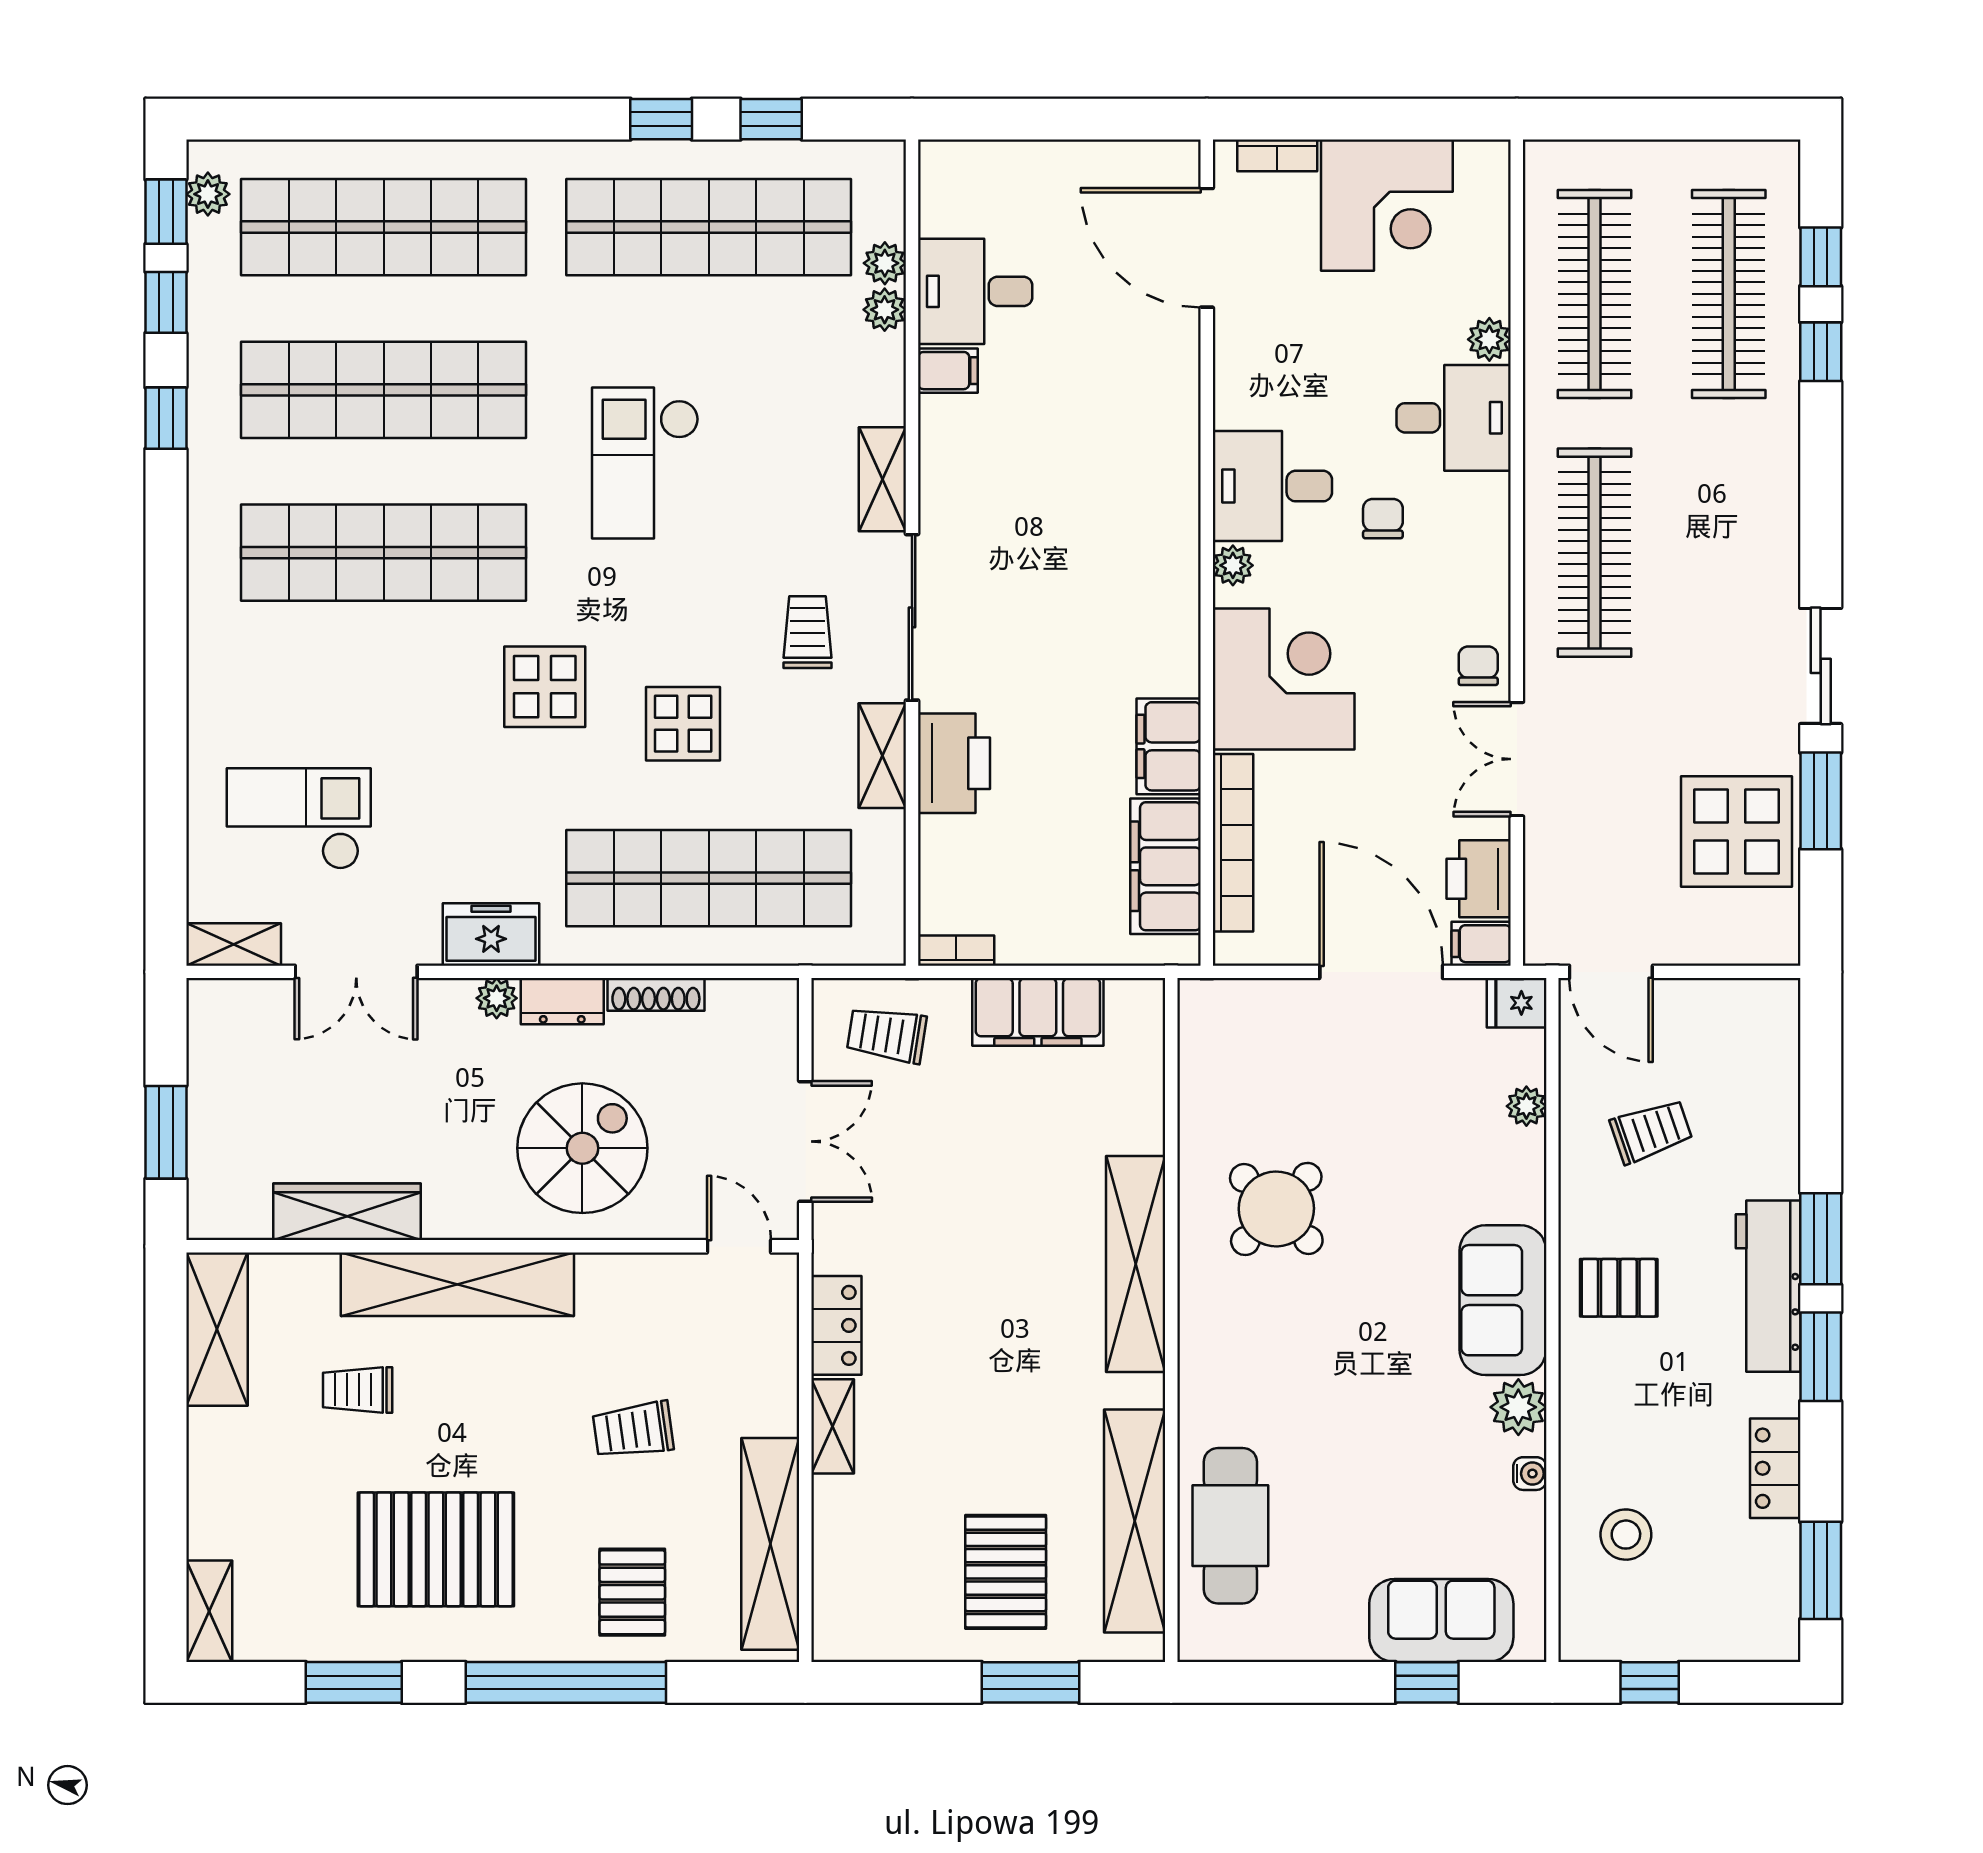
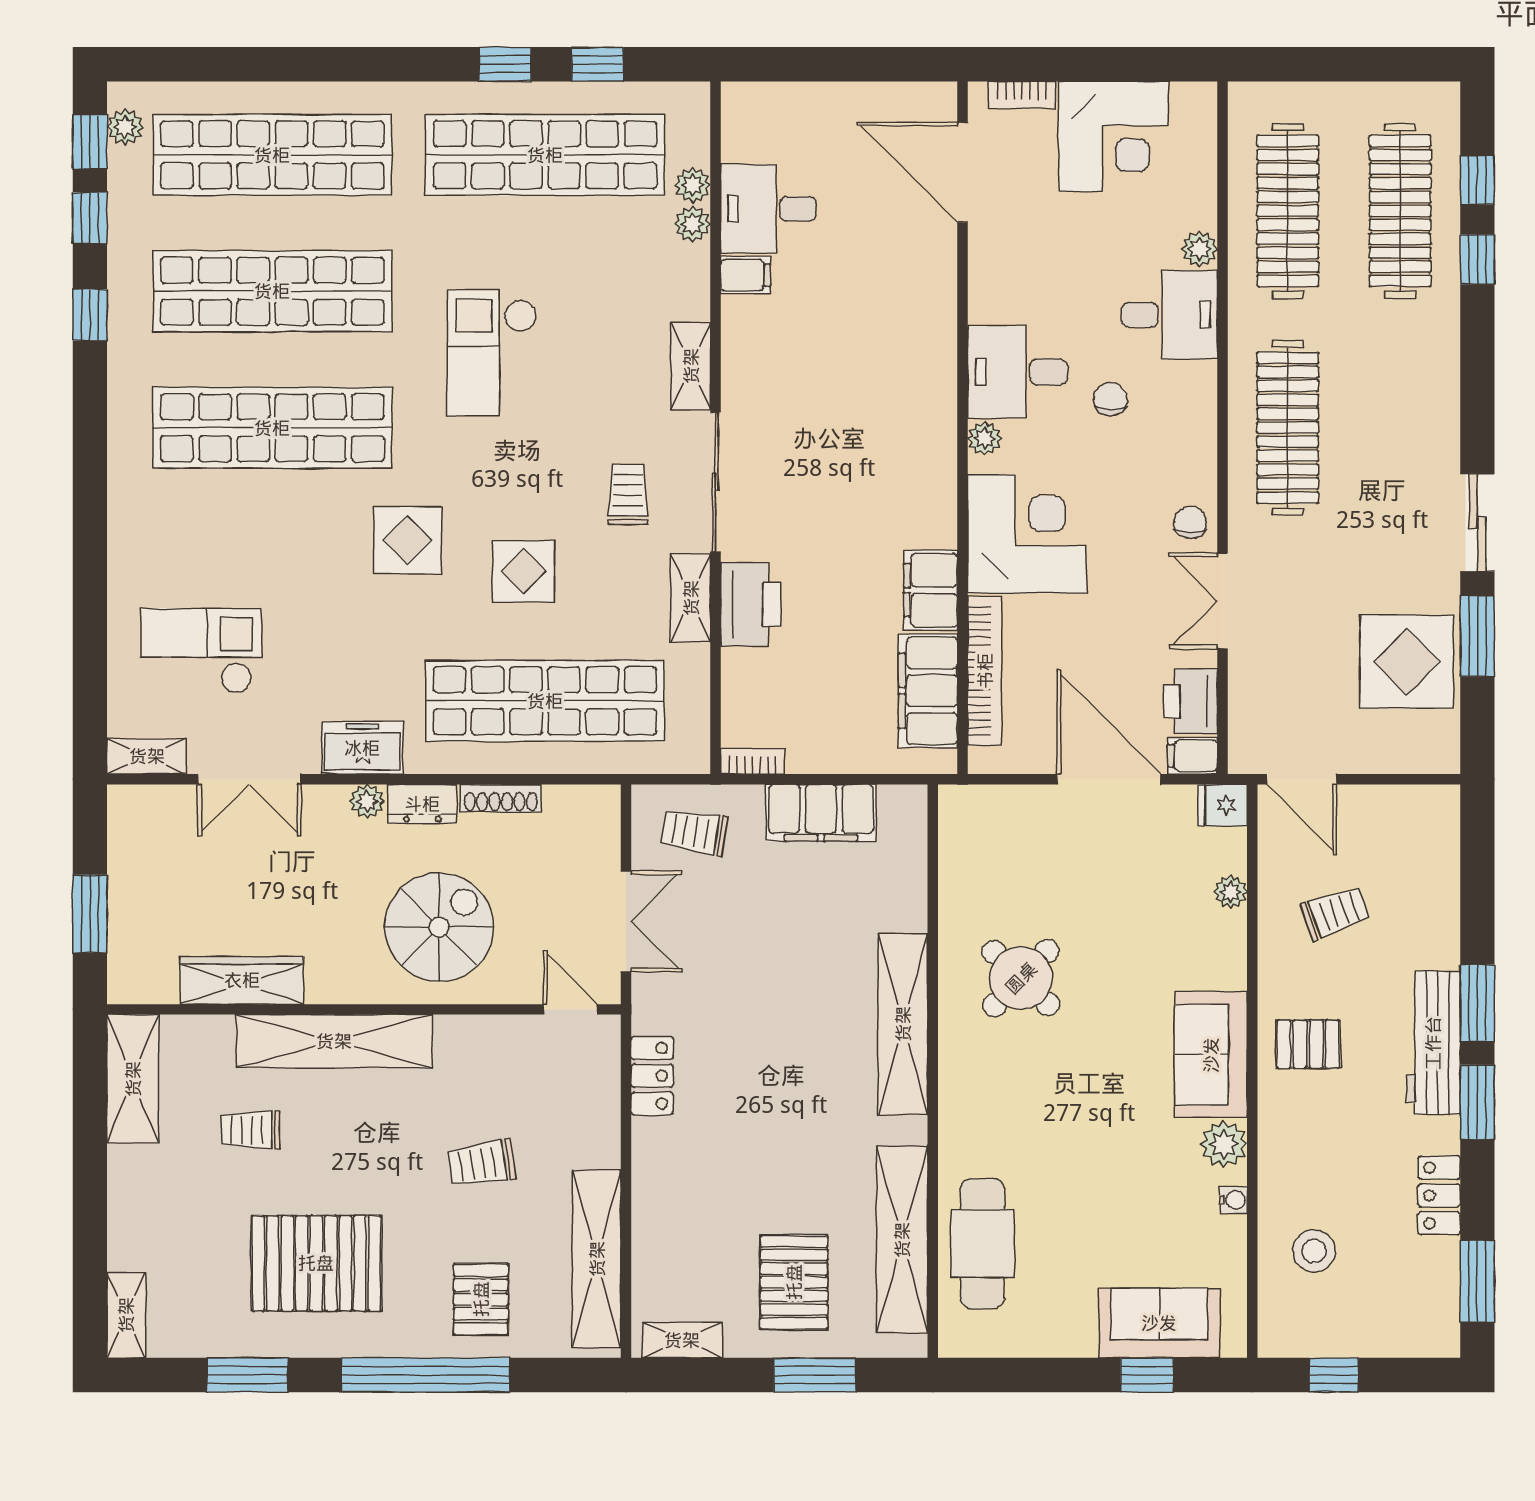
shelving: (833, 1426) -> (682, 1340), moved, turned 90

